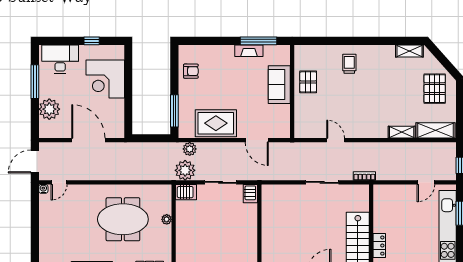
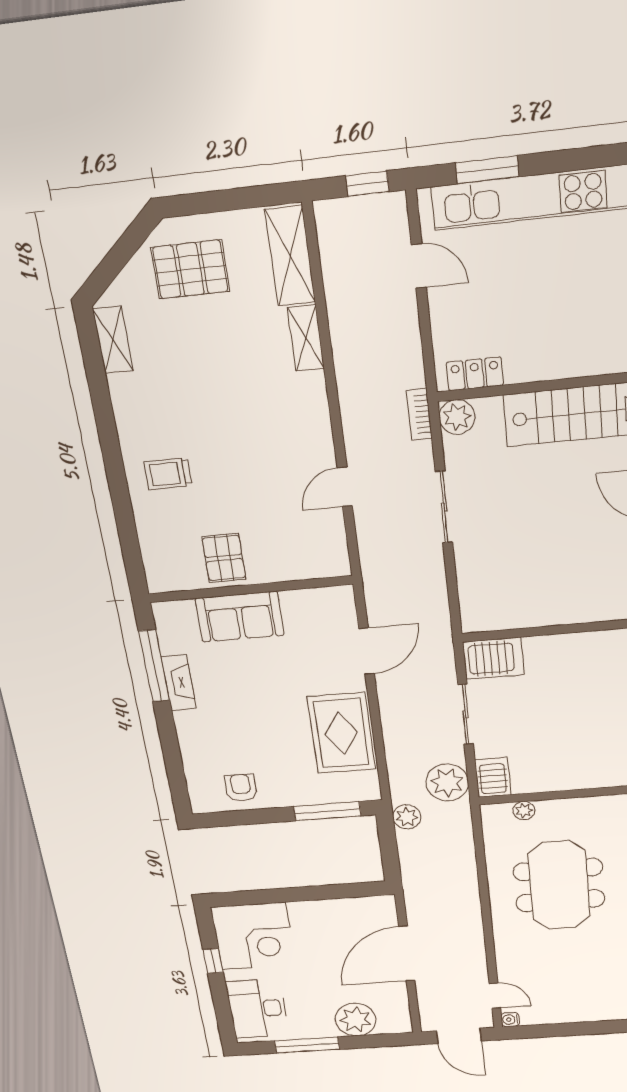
corner desk: (105, 79) -> (253, 936), moved
pallet: (308, 82) -> (224, 558), turned 90
plant: (190, 149) -> (407, 817), moved
plant: (362, 192) -> (457, 417), added
server rack: (250, 194) -> (493, 658), width x1.36, depth x1.44
plant: (167, 219) -> (524, 811), moved
locker: (379, 246) -> (475, 374), moved

